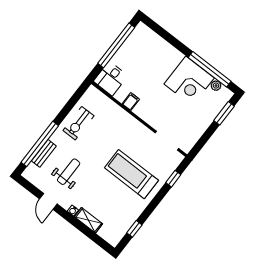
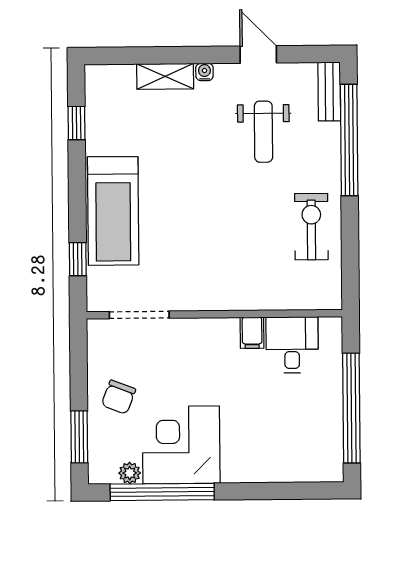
desk: (111, 79) -> (292, 345), moved
chair: (198, 117) -> (118, 397), added
bench: (44, 153) -> (329, 91), moved
treadmill: (131, 174) -> (113, 211), moved, turned 90

